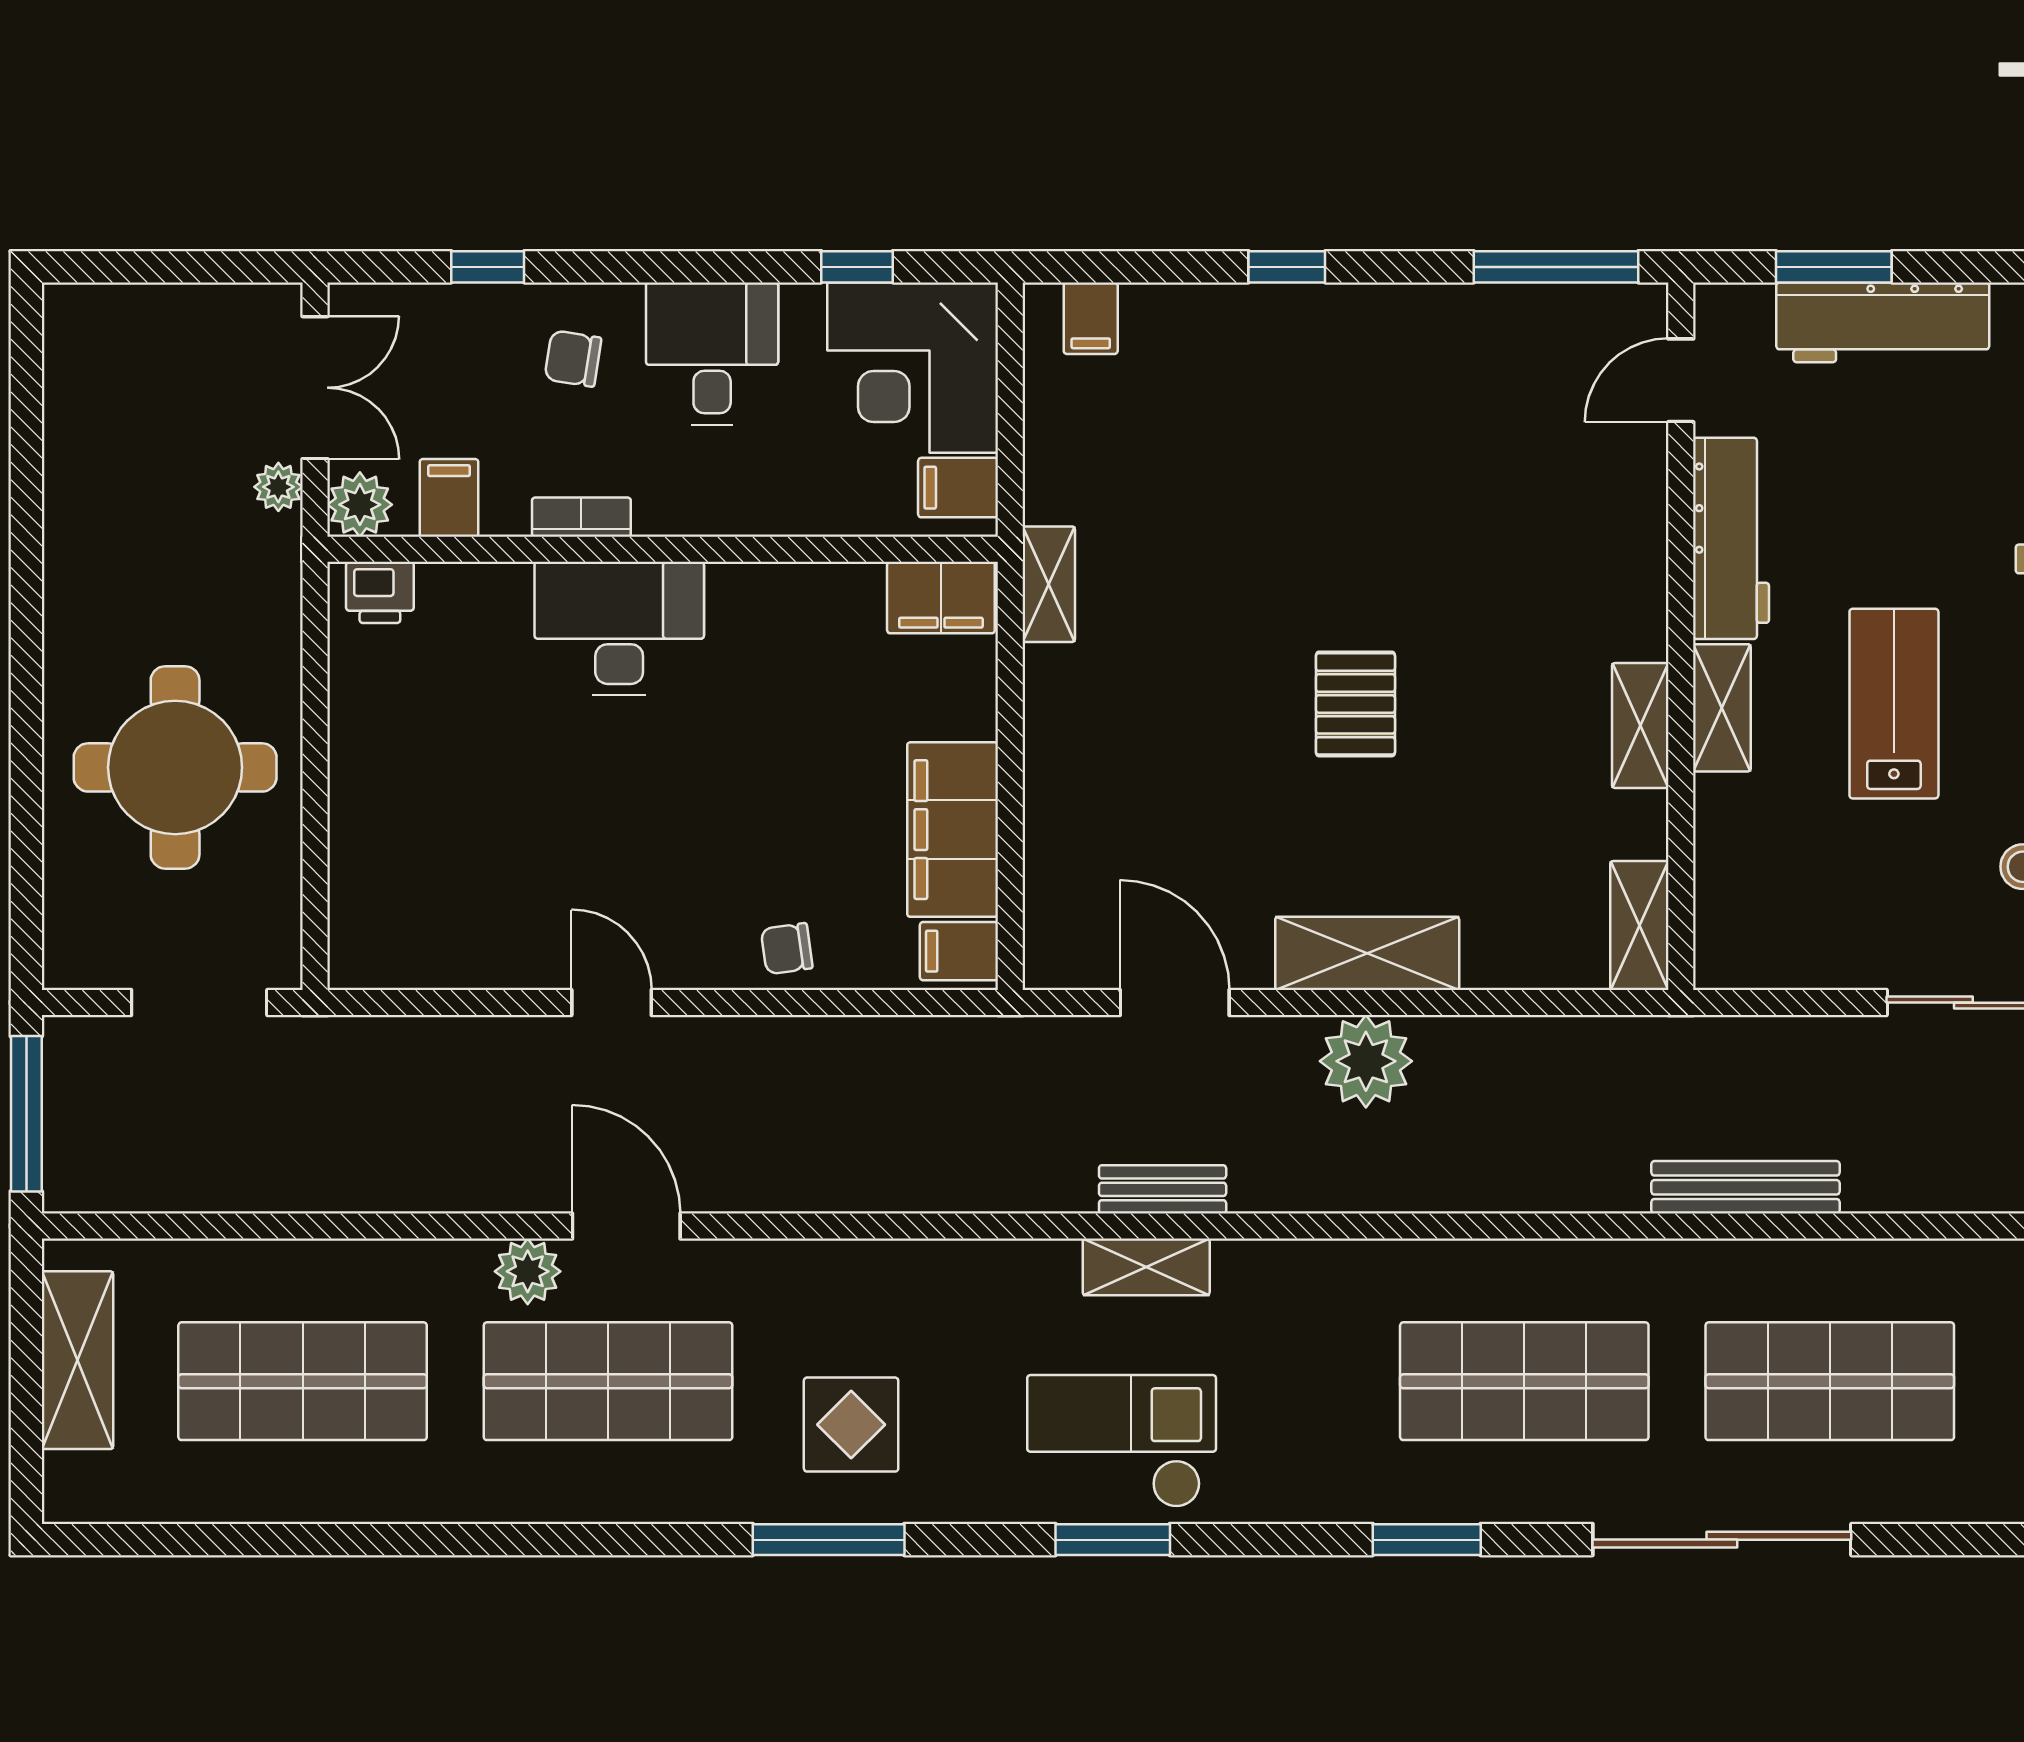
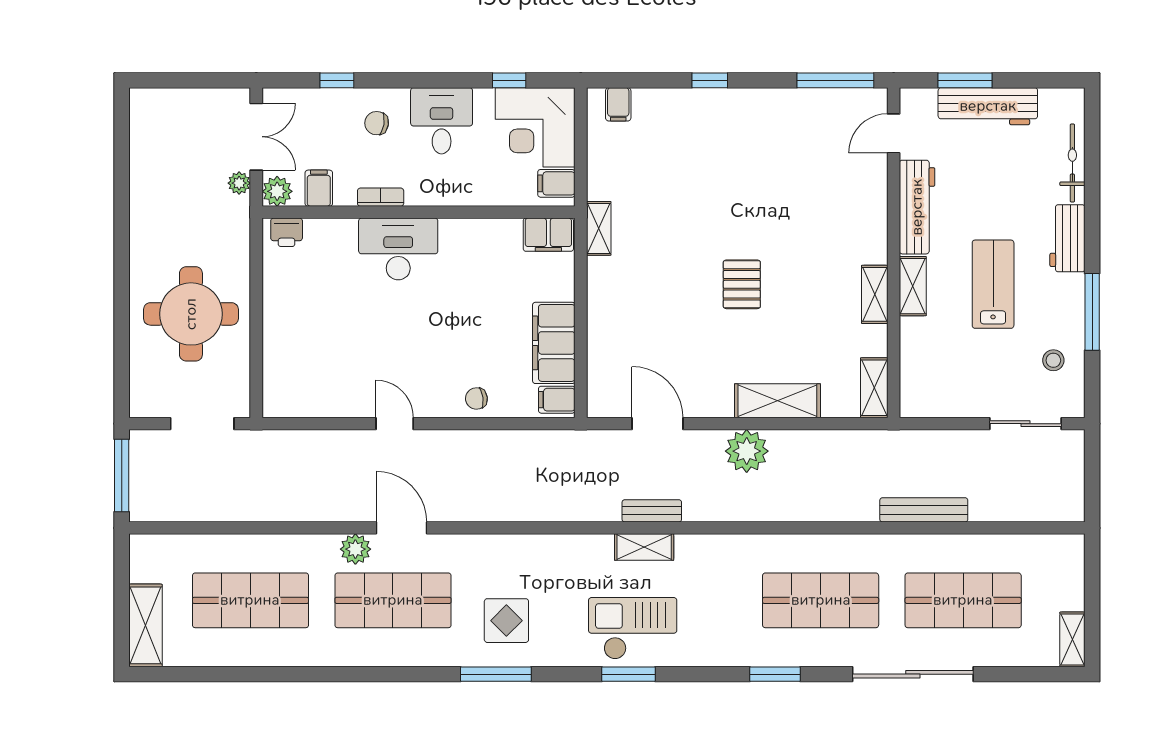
shelving: (1367, 953) -> (777, 401), moved
shelving: (77, 1360) -> (145, 625), moved

